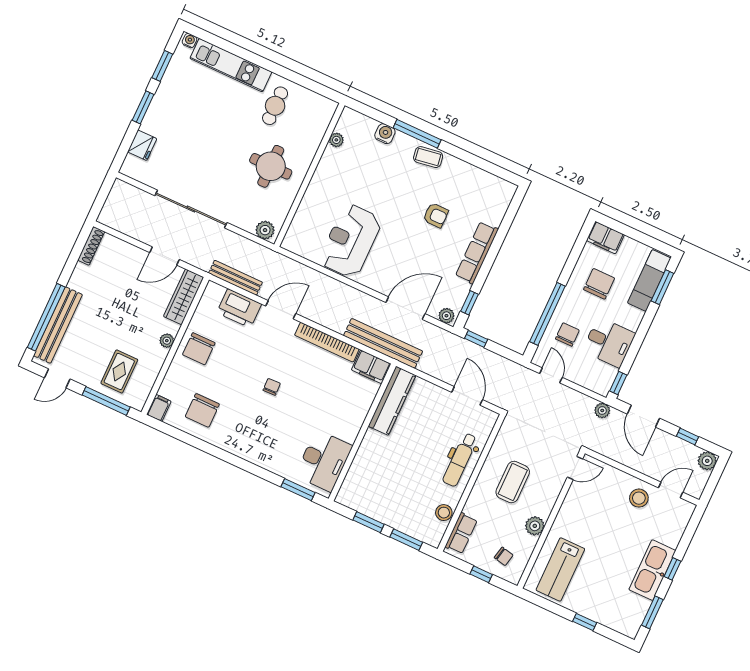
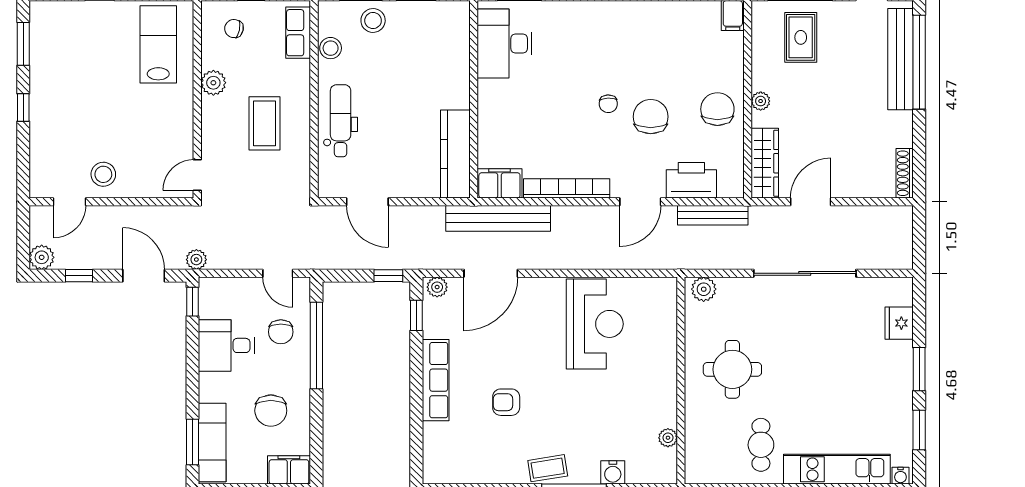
chair: (202, 410) -> (651, 117), moved
stool: (406, 518) -> (373, 20), added
kitchen sink: (652, 570) -> (47, 95), removed

